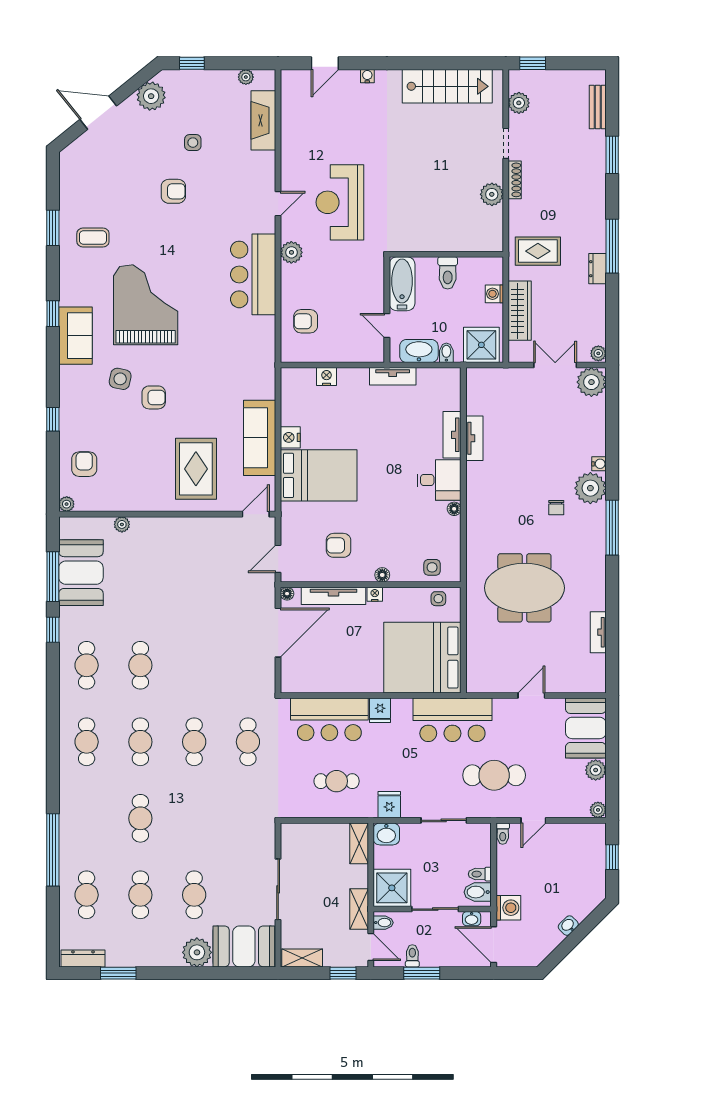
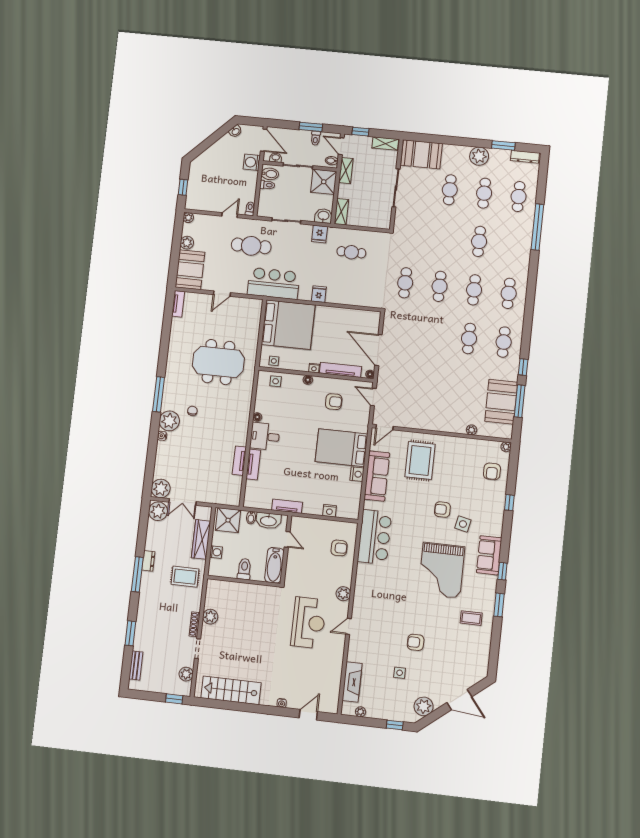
window: (53, 228) -> (499, 605), moved
bar counter: (253, 274) -> (374, 537), moved
plant: (598, 353) -> (158, 511), width x1.88, depth x1.88
door: (278, 559) -> (373, 397), swing flipped
tv unit: (598, 632) -> (178, 304), moved
door: (278, 633) -> (378, 350), hinge flipped
bar counter: (329, 719) -> (352, 292), removed
washbasin: (568, 926) -> (235, 131), moved
plant: (197, 952) -> (479, 156), moved

